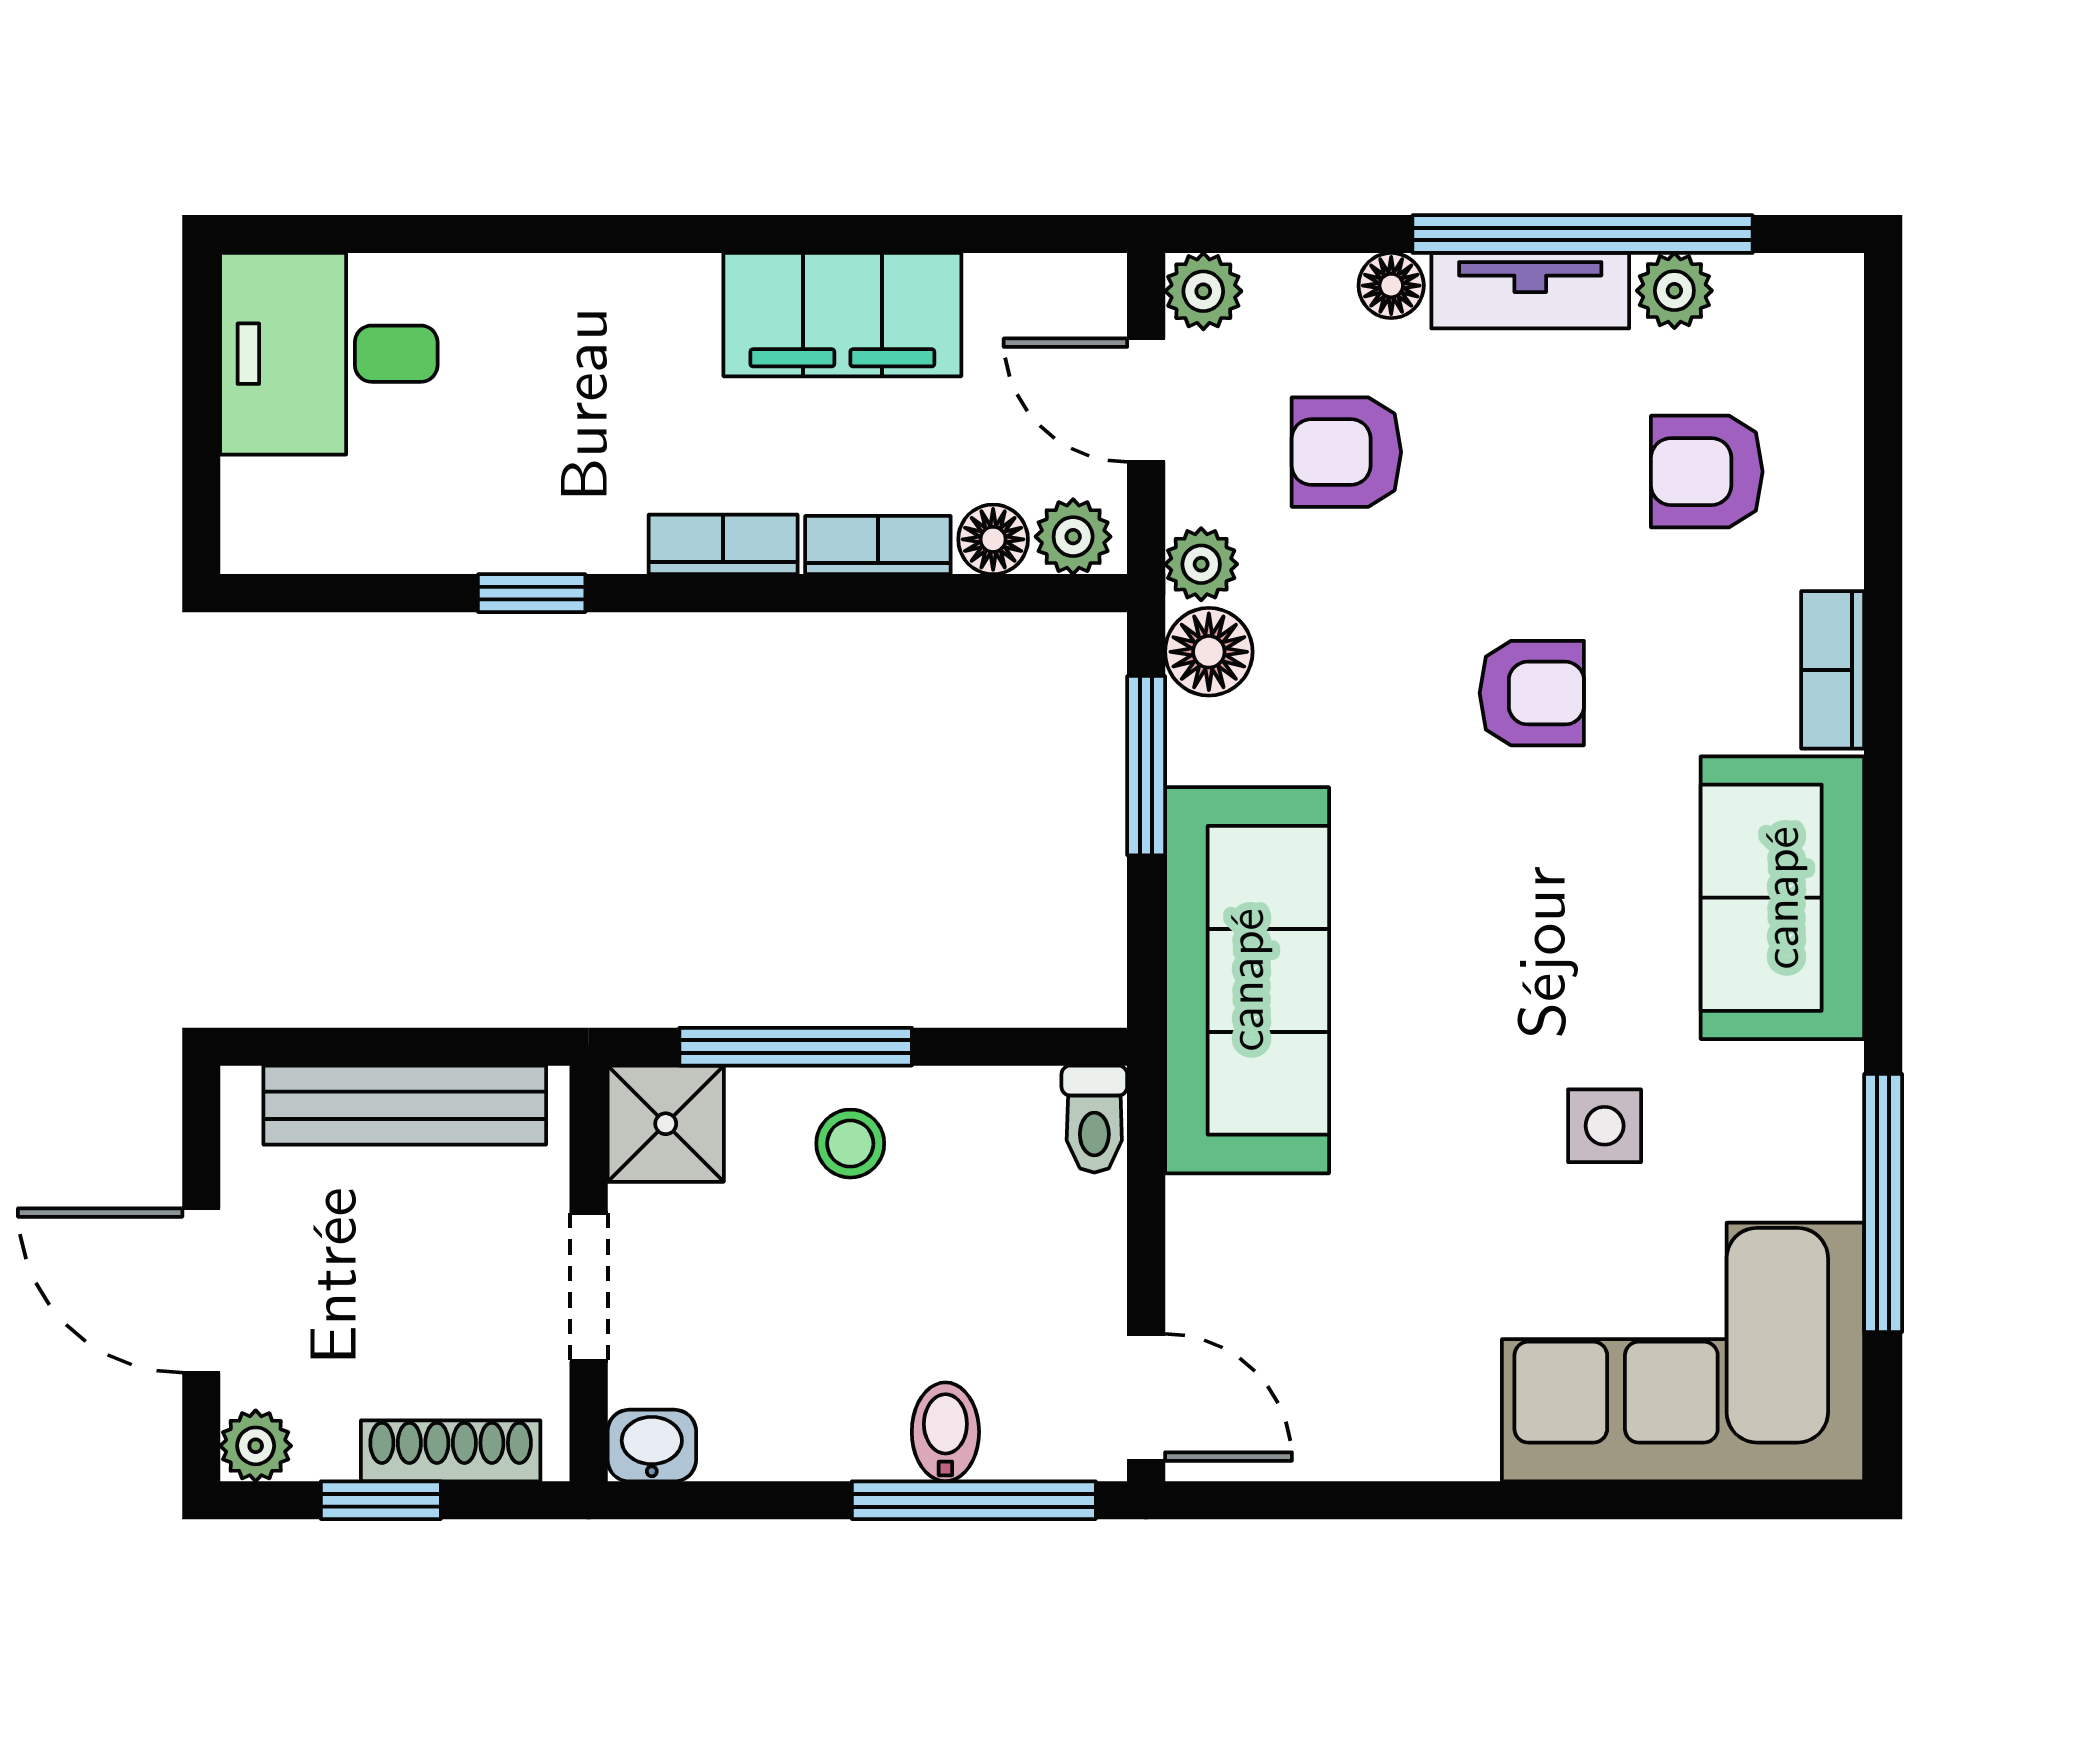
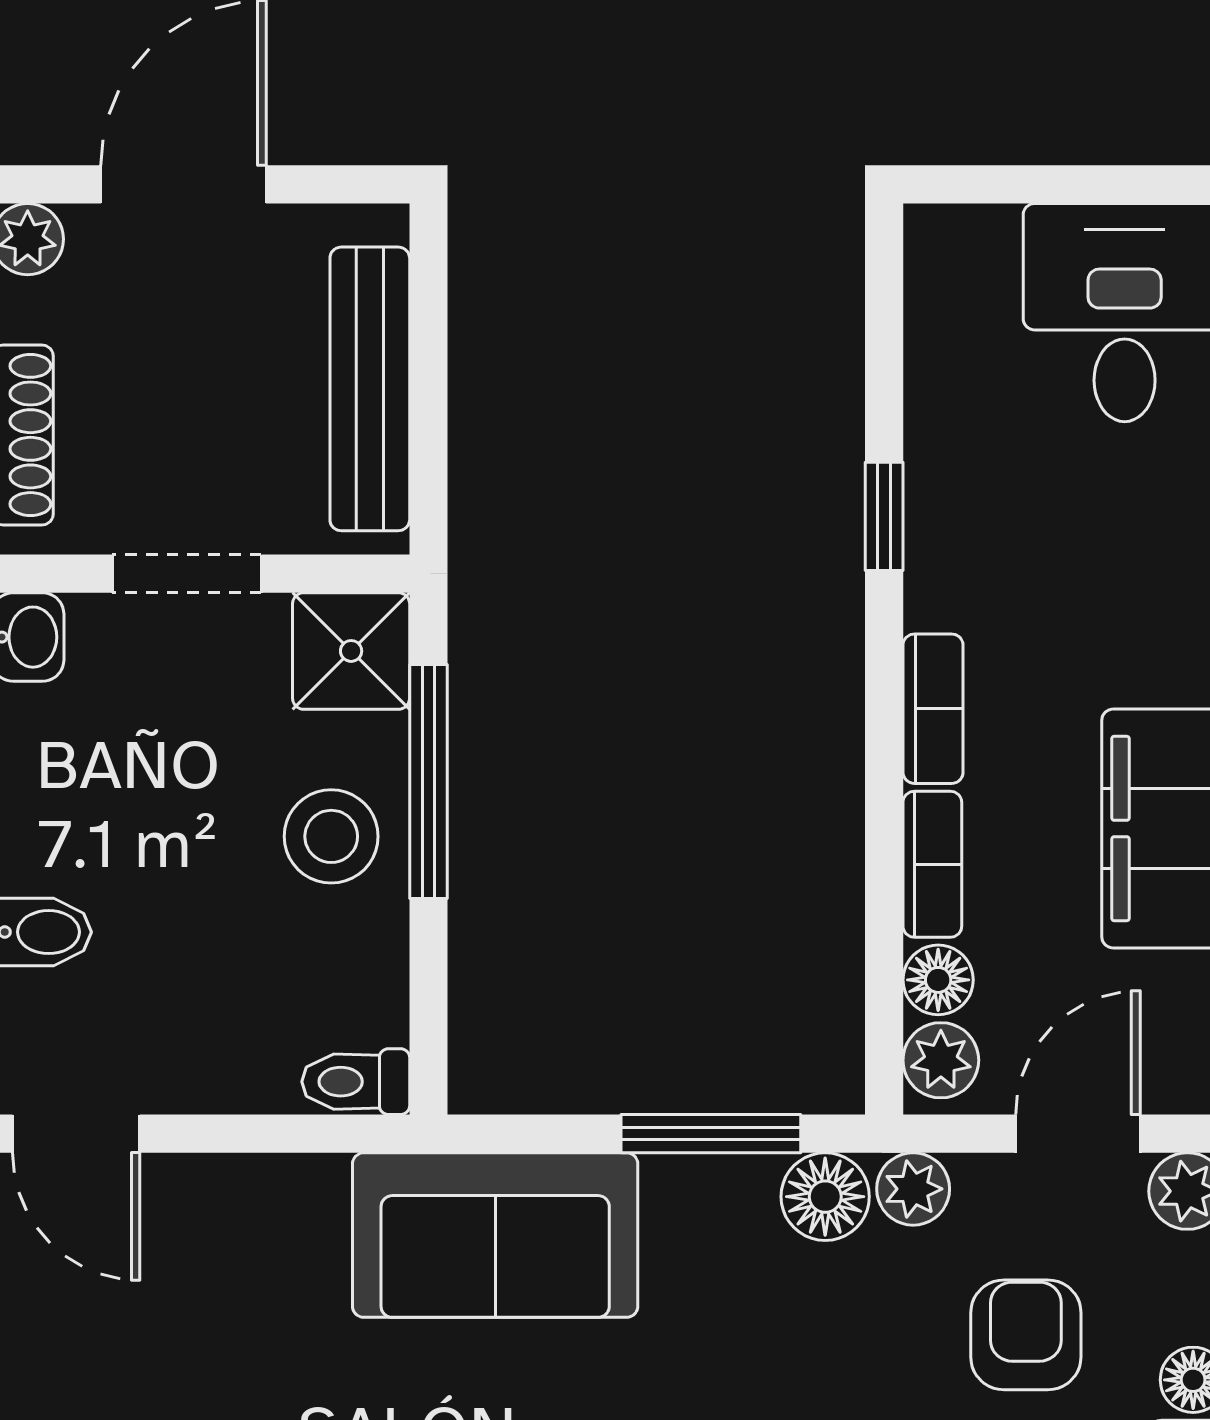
sofa: (1247, 980) -> (495, 1235), width x0.73
stool: (850, 1144) -> (331, 836), width x1.37, depth x1.37
door: (1146, 1397) -> (76, 1134), hinge flipped

